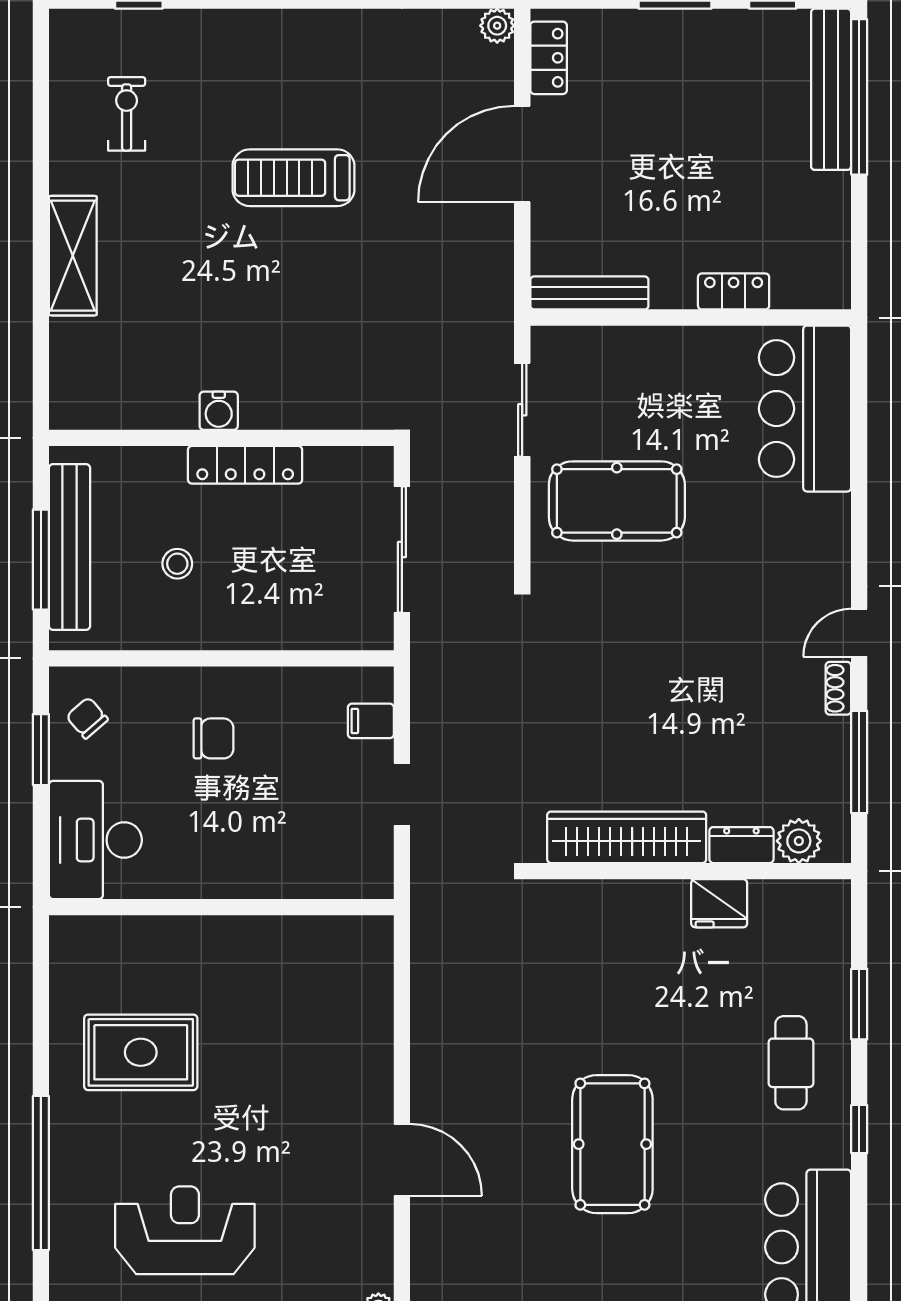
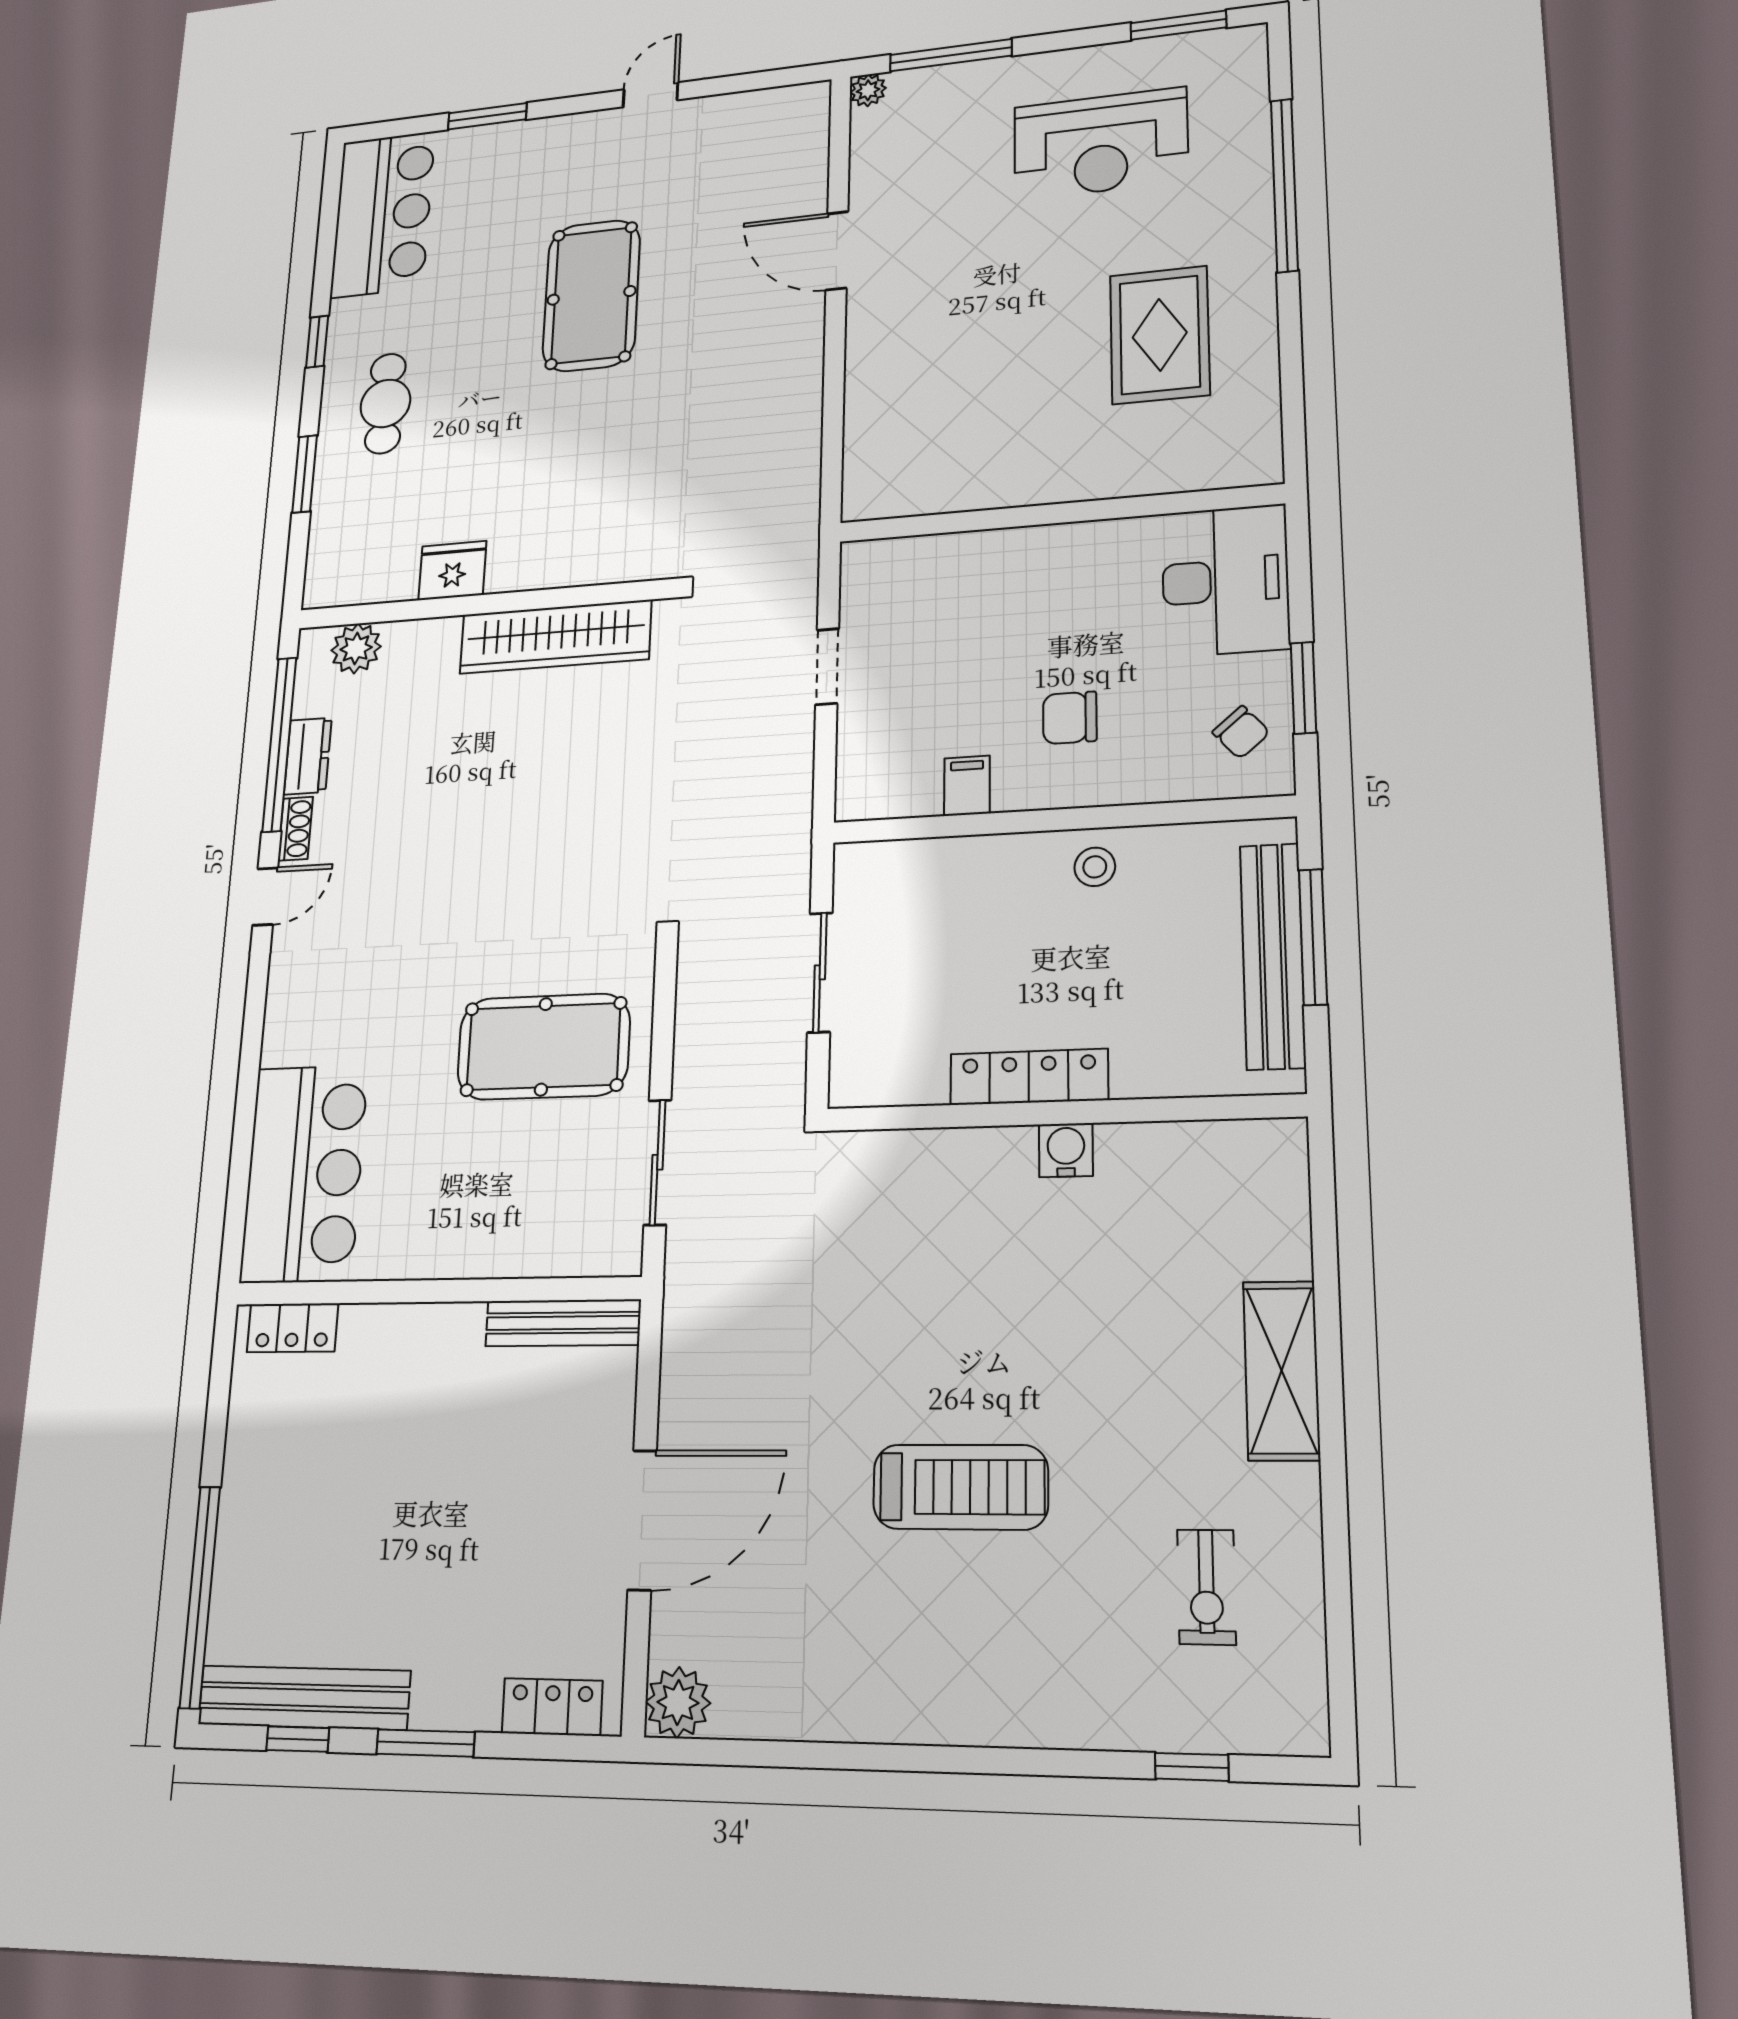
plant: (497, 26) -> (678, 1702), width x1.38, depth x1.38
locker: (549, 58) -> (552, 1707), moved, turned 90
bench: (831, 89) -> (304, 1698), moved, turned 90
locker: (734, 291) -> (292, 1328), moved
sliding door: (402, 550) -> (820, 972), width x0.73
stool: (177, 564) -> (1095, 867), moved
filing cabinet: (371, 721) -> (967, 786), moved, turned -90
window: (859, 762) -> (279, 744), width x1.46
dresser: (741, 845) -> (308, 756), moved, turned -90
rug: (141, 1052) -> (1160, 335), turned 90

